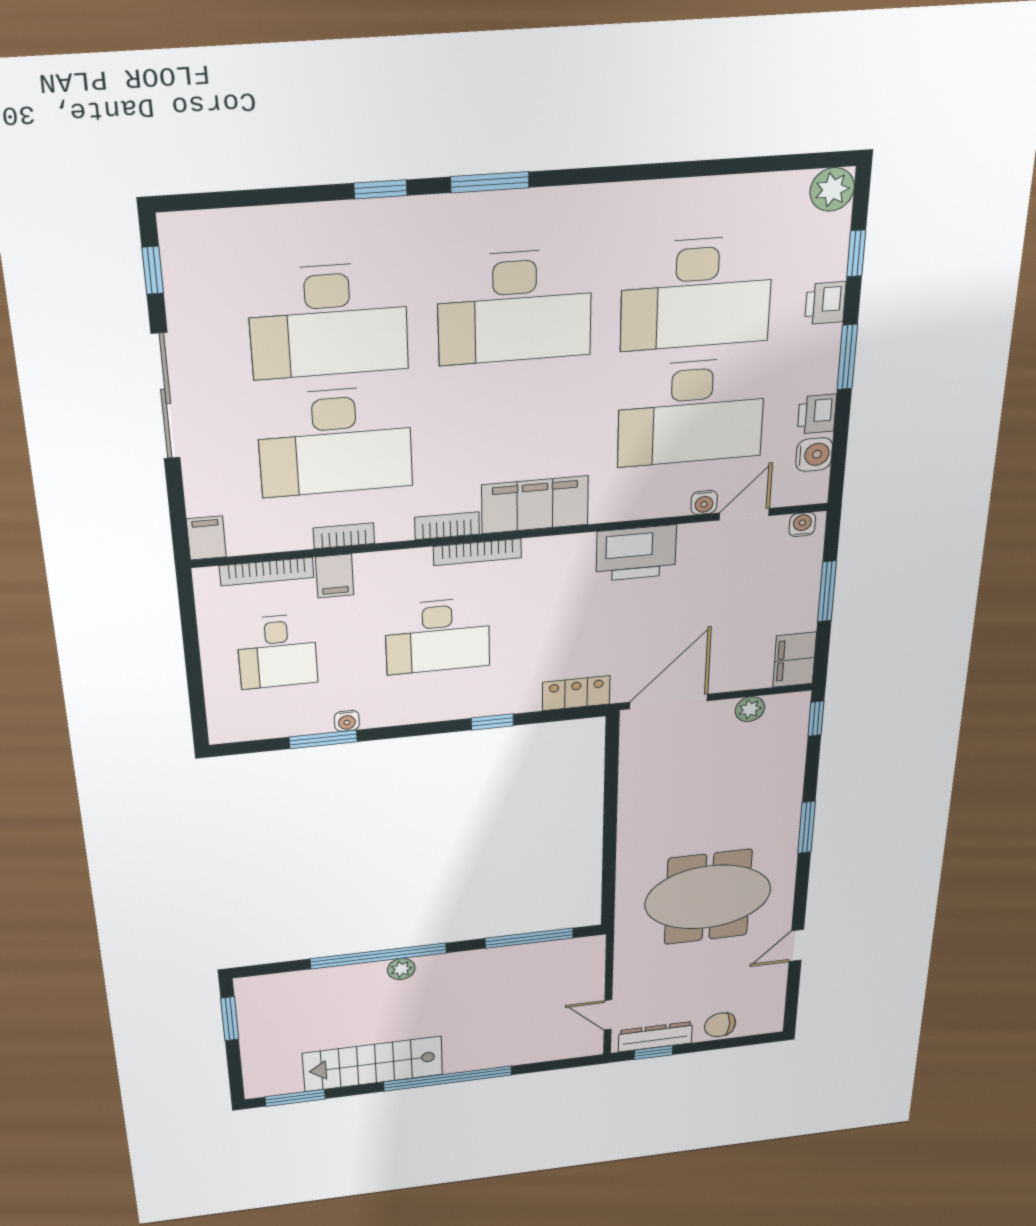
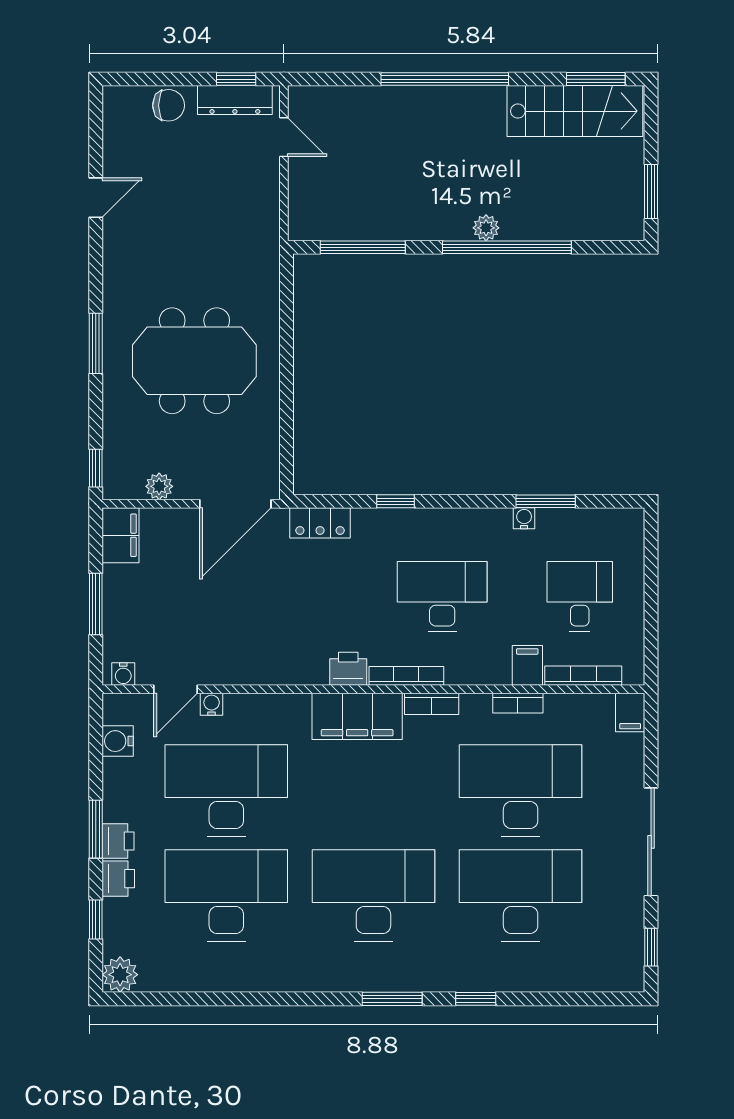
printer: (817, 414) -> (118, 841), moved
printer: (636, 553) -> (348, 669), moved, width x0.53, depth x0.68
meeting table: (708, 897) -> (194, 361), moved
stairs: (373, 1064) -> (575, 111), moved

